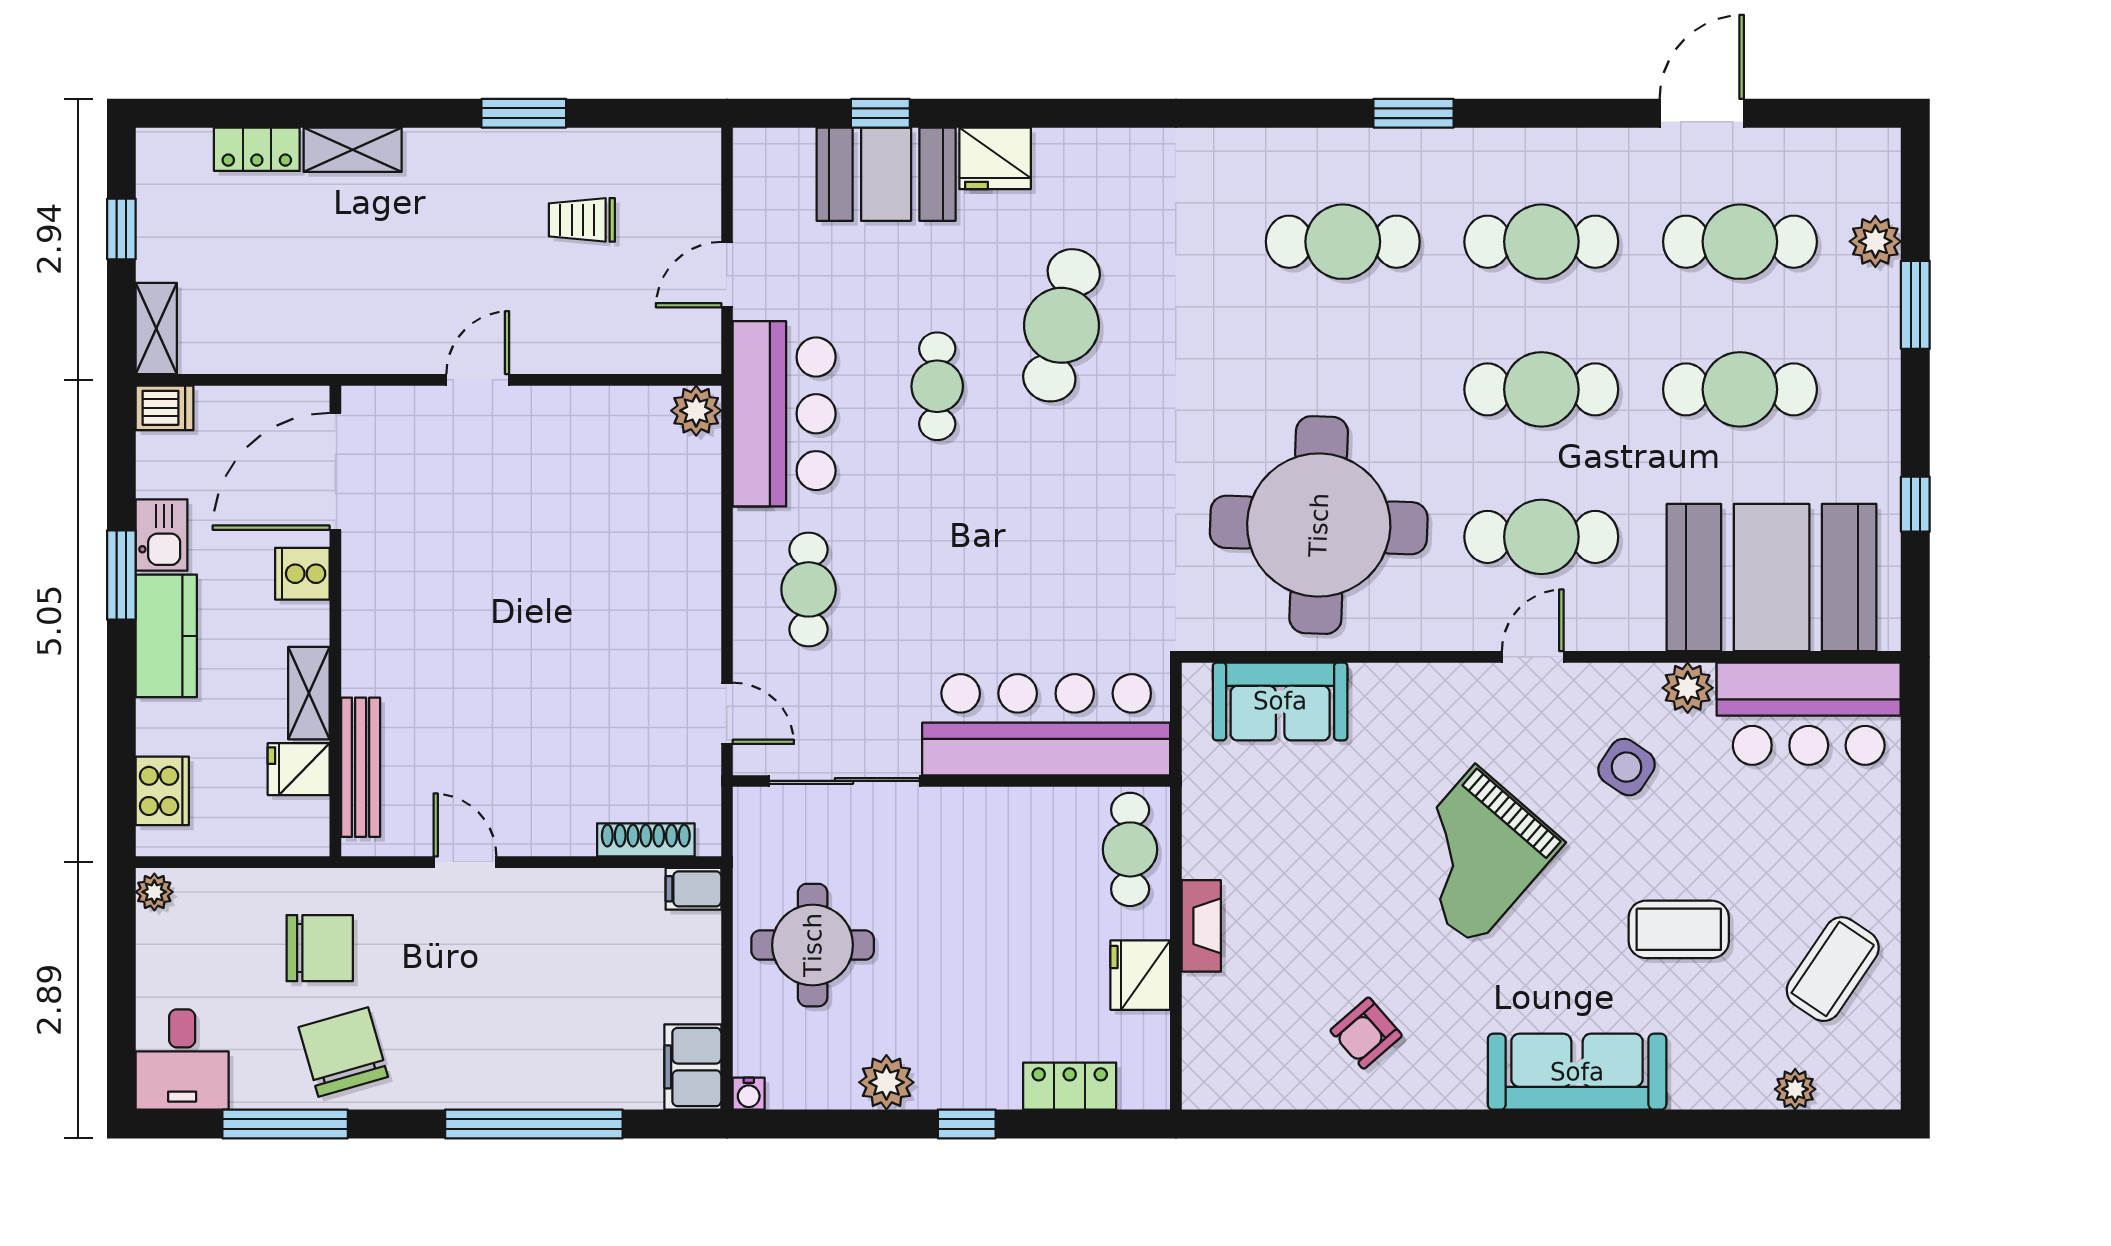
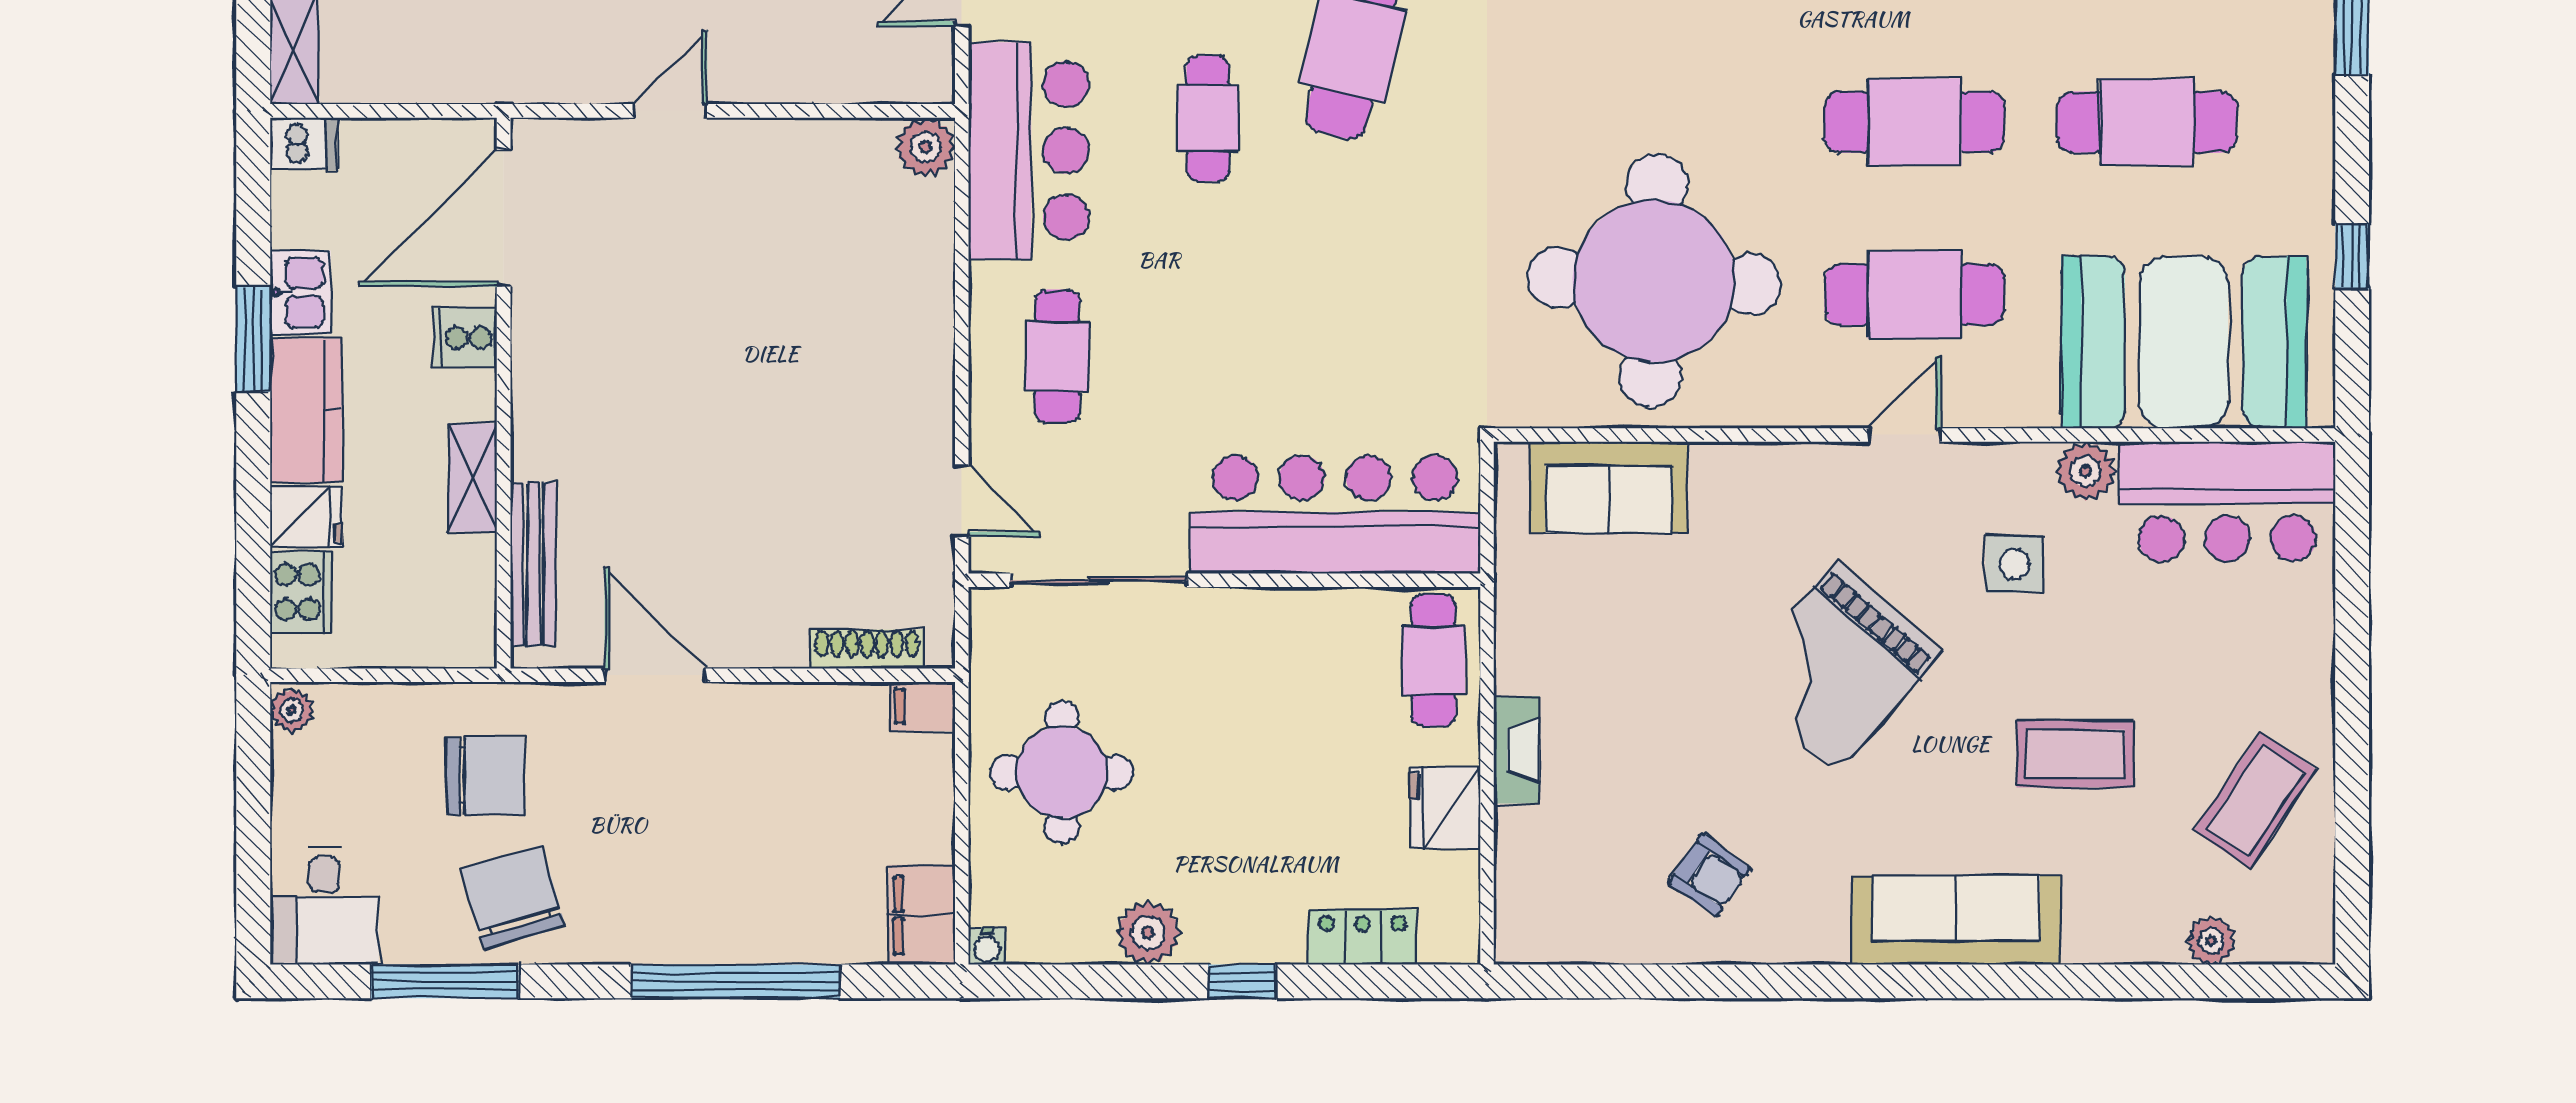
side table: (1626, 767) -> (2014, 564), turned -34
fridge: (299, 769) -> (306, 517), moved, turned 180
door: (465, 862) -> (655, 675), width x1.38
armchair: (1366, 1033) -> (1709, 875), turned -104

